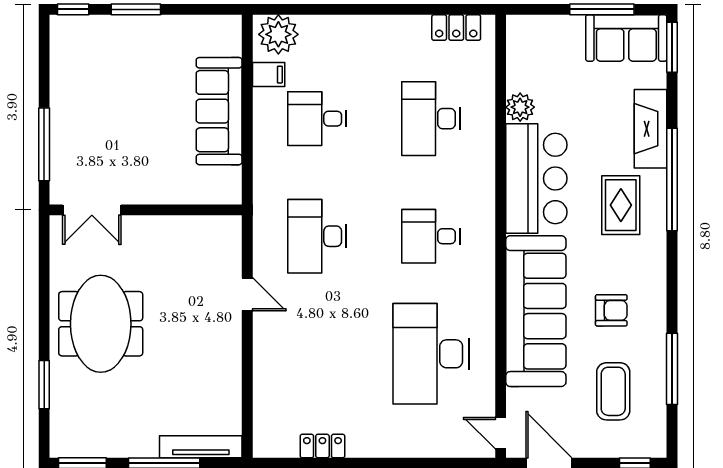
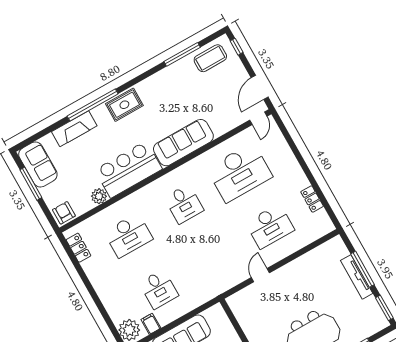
window: (672, 47) -> (30, 140), removed
rug: (621, 205) -> (124, 105), moved
desk: (317, 236) -> (270, 226), moved
armchair: (611, 310) -> (64, 213), moved
sofa: (536, 311) -> (183, 143), width x0.74, depth x0.79
coffee table: (613, 391) -> (210, 58), moved
tv unit: (201, 447) -> (357, 277), moved

